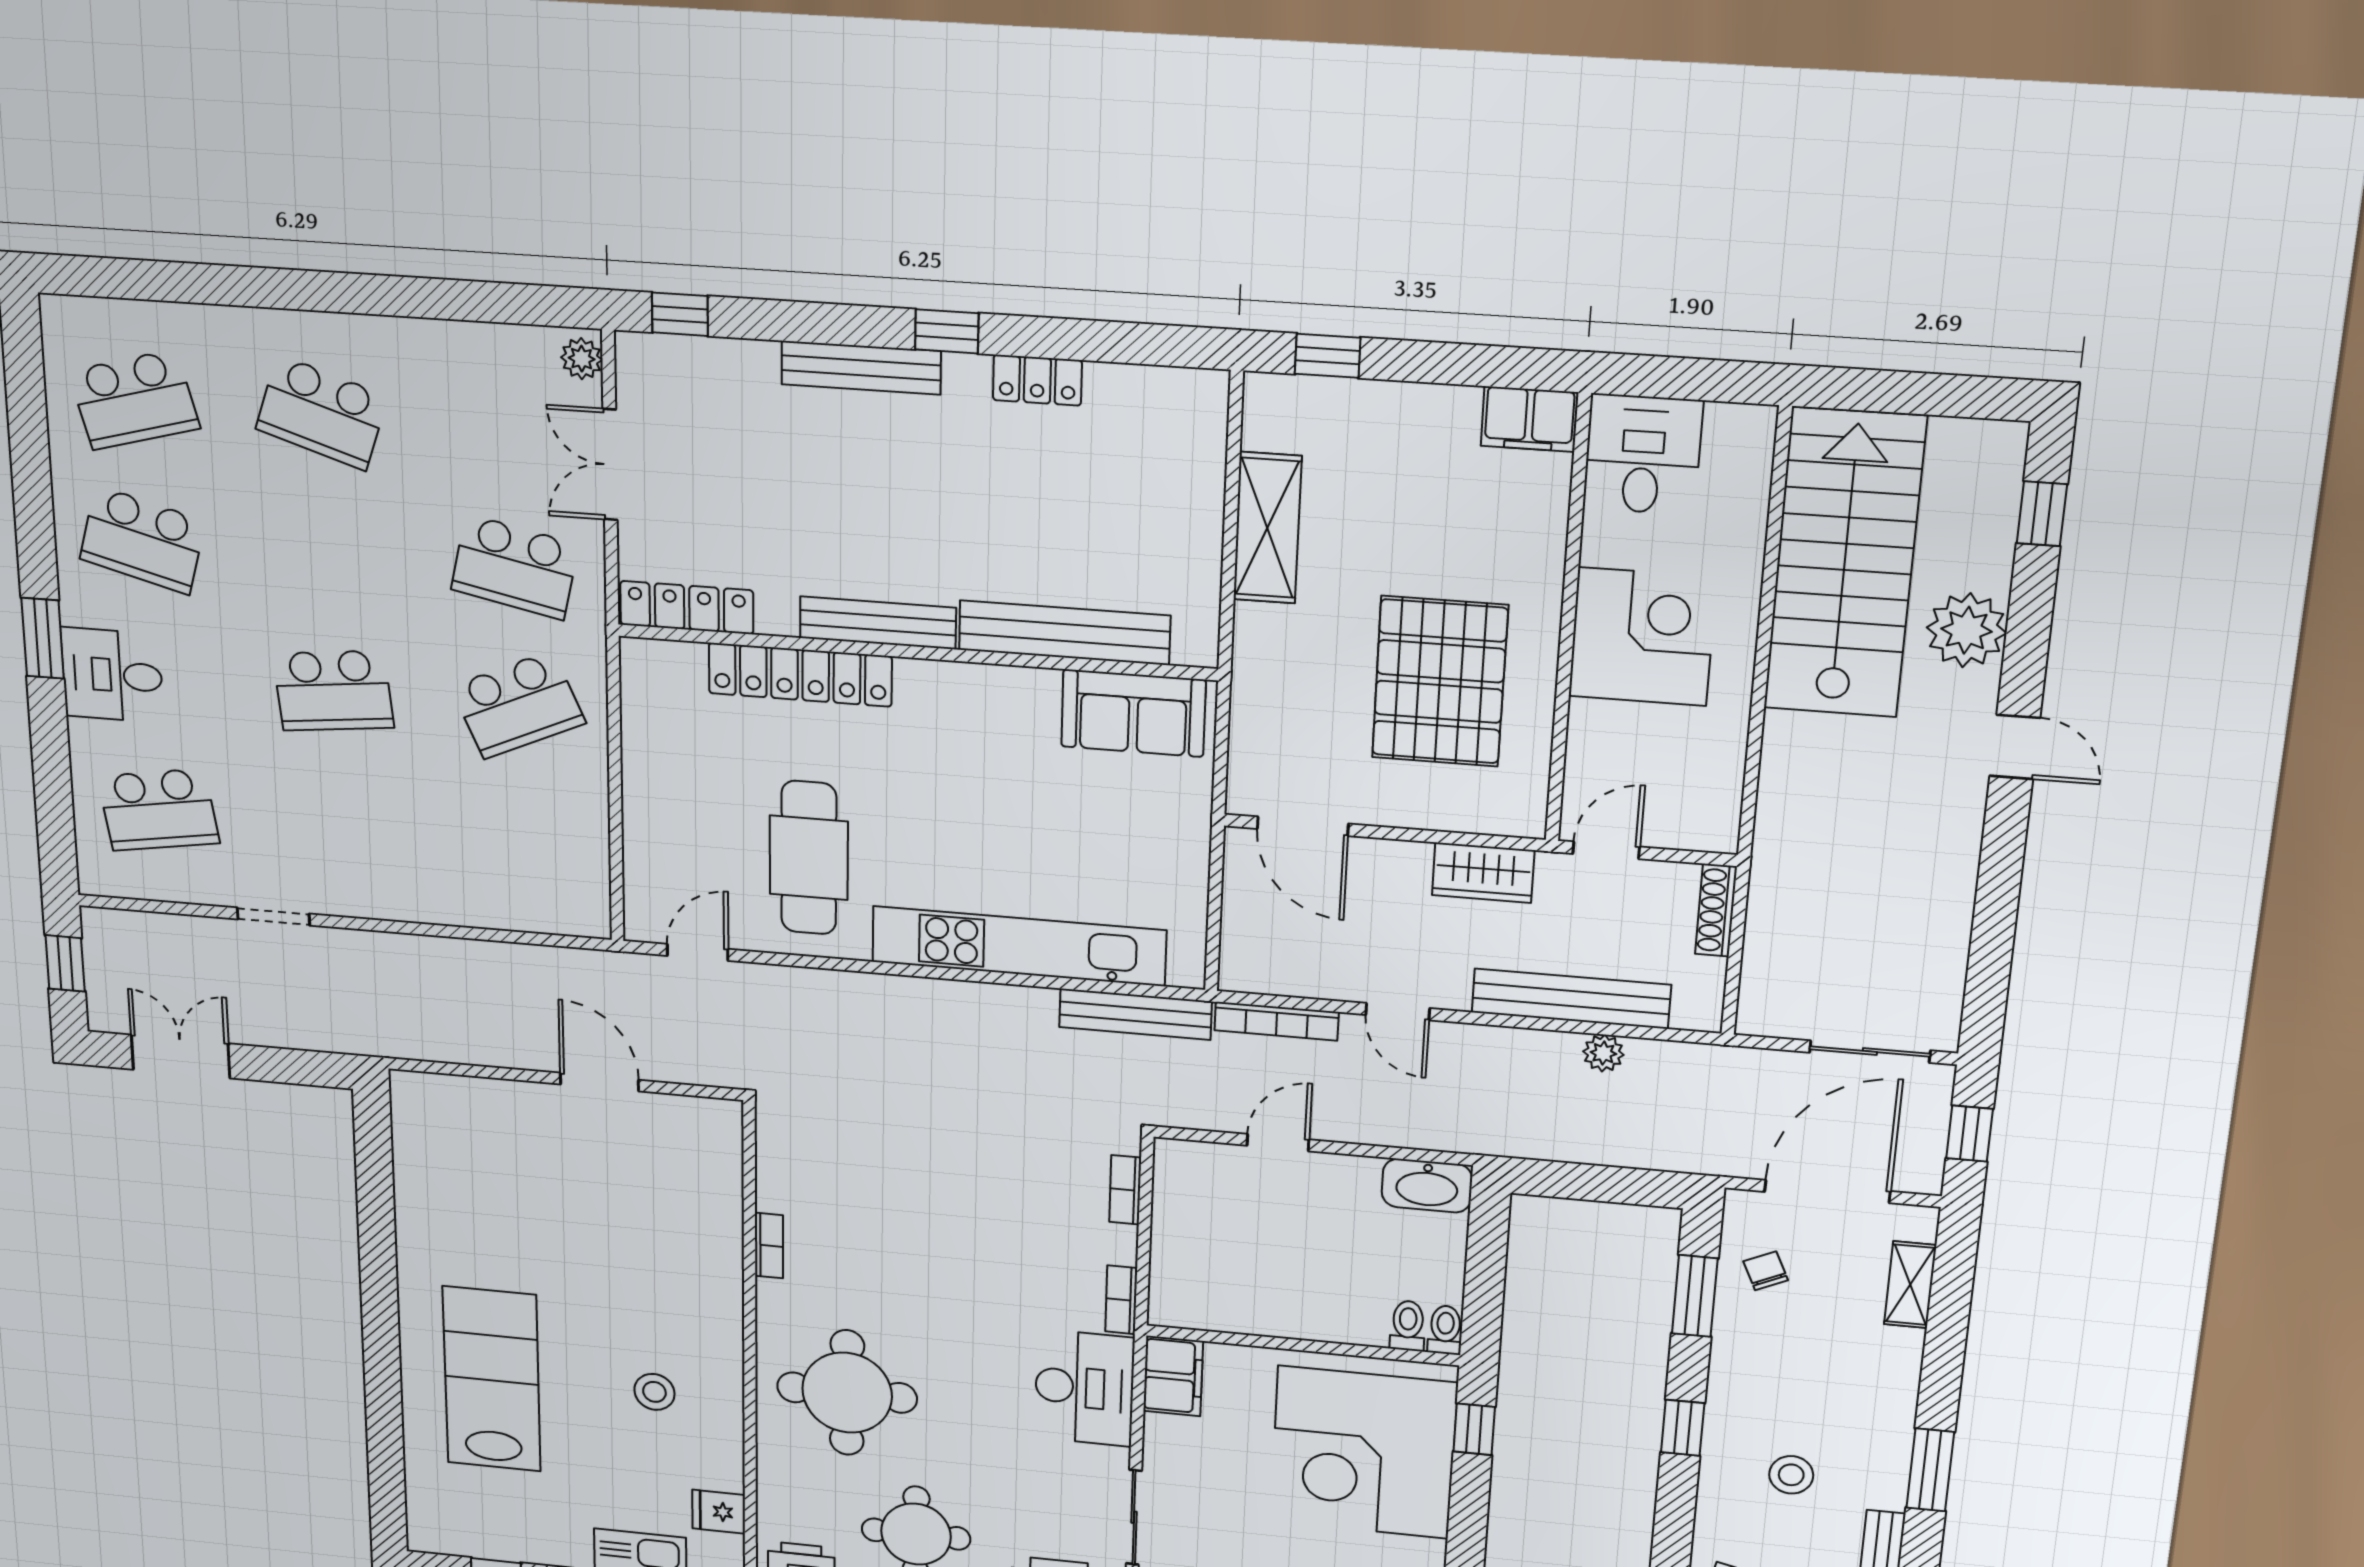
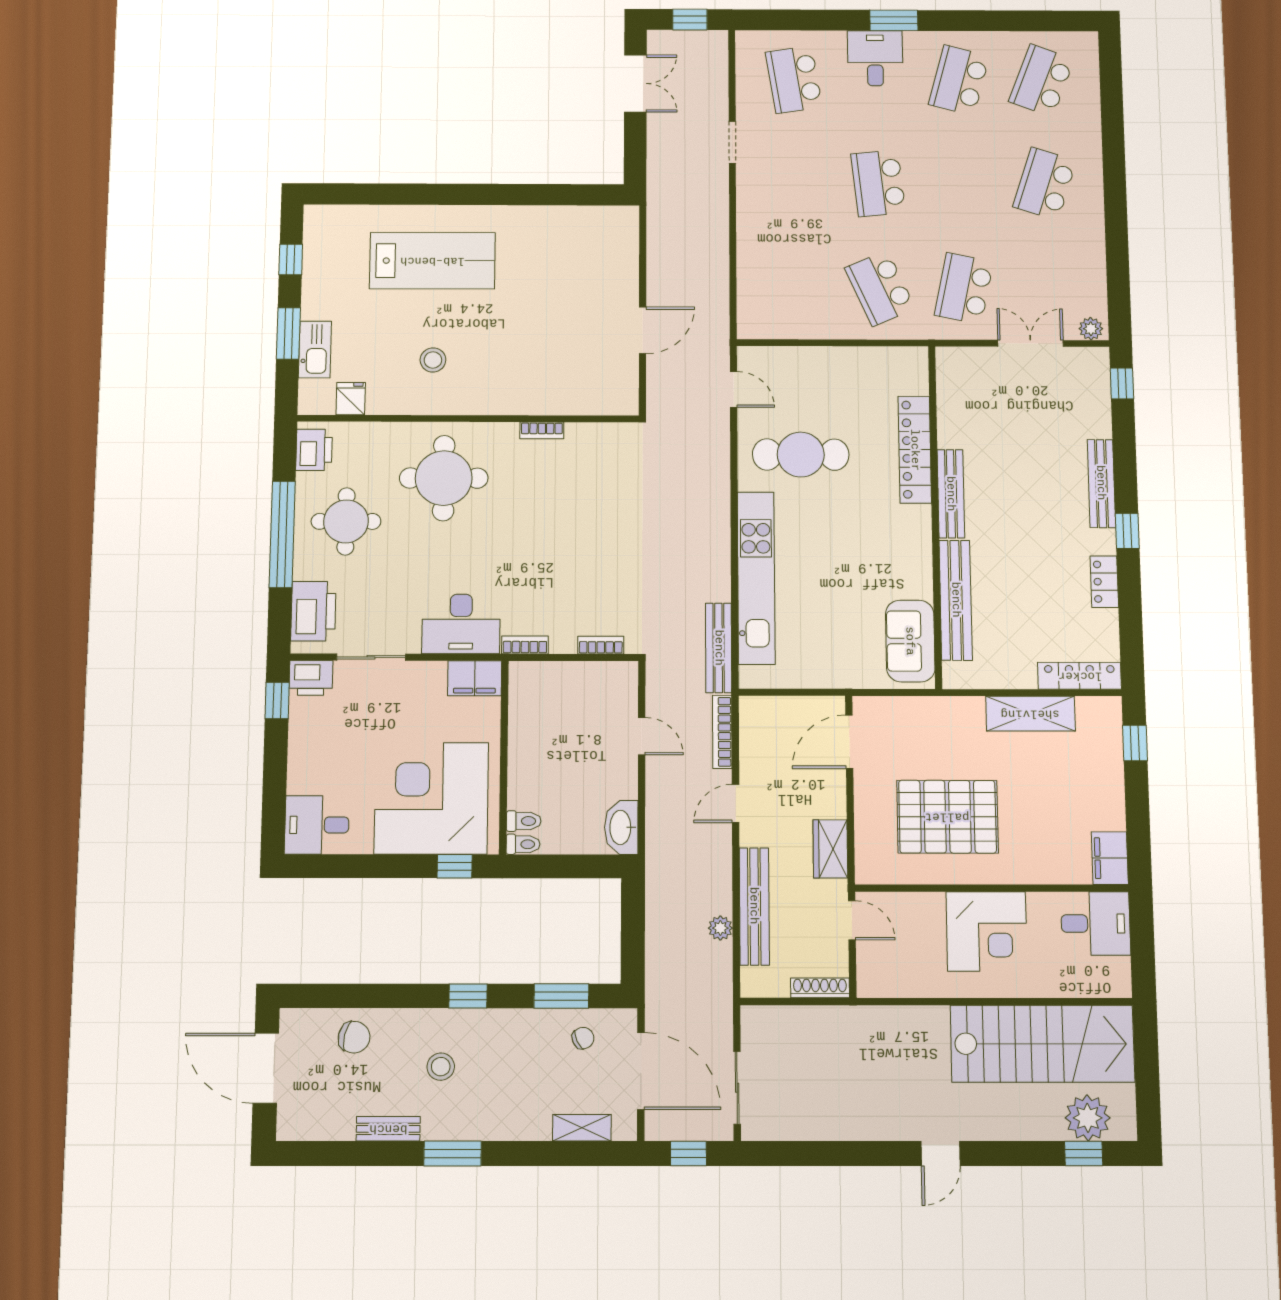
school desk: (134, 400) -> (1041, 80), turned 36
locker: (687, 608) -> (1080, 676), moved, turned -90
plant: (1967, 630) -> (1088, 1118), moved

